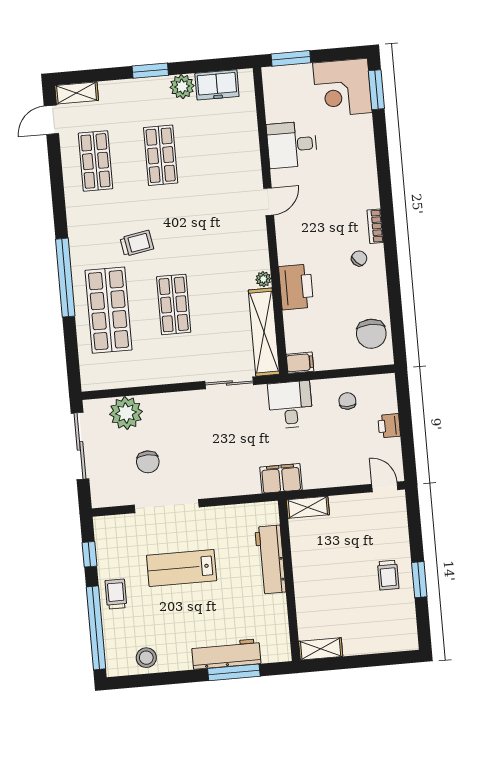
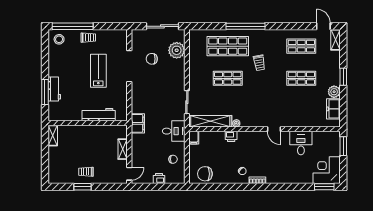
printer: (296, 287) -> (231, 136), width x0.53, depth x0.68
shelving: (308, 507) -> (123, 149), moved
window: (89, 554) -> (109, 26), removed
workbench: (226, 654) -> (54, 89), width x0.73
stool: (146, 658) -> (59, 39), moved

